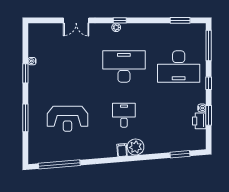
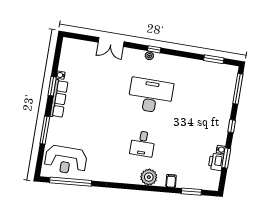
desk: (179, 67) -> (205, 105), removed
row of seats: (34, 85) -> (59, 99), added
desk: (124, 115) -> (143, 144), turned 180
reception desk: (67, 119) -> (66, 160), moved
filing cabinet: (122, 150) -> (171, 181), moved

